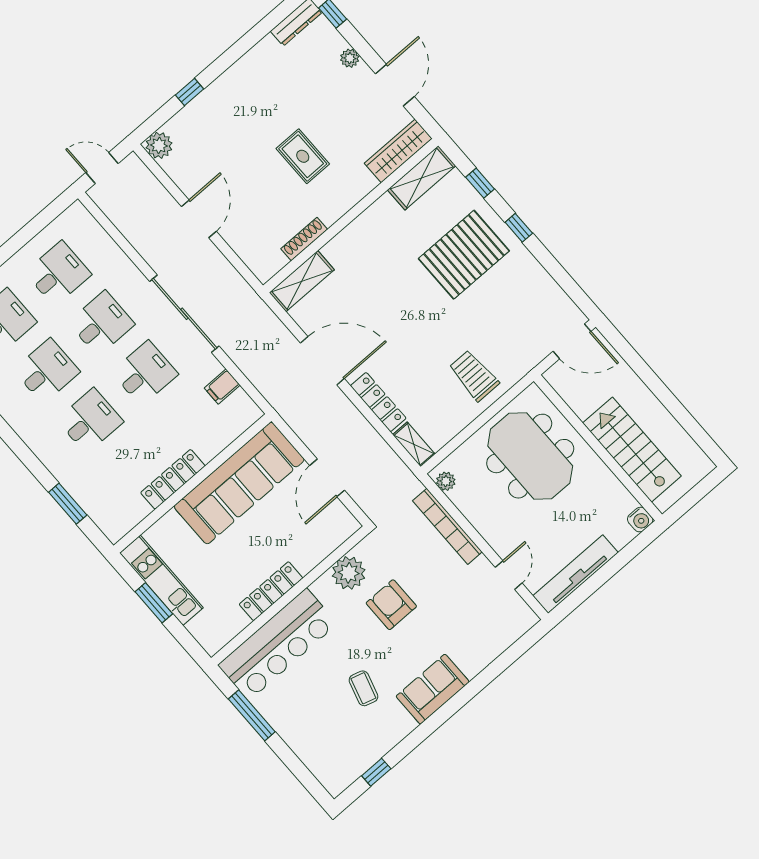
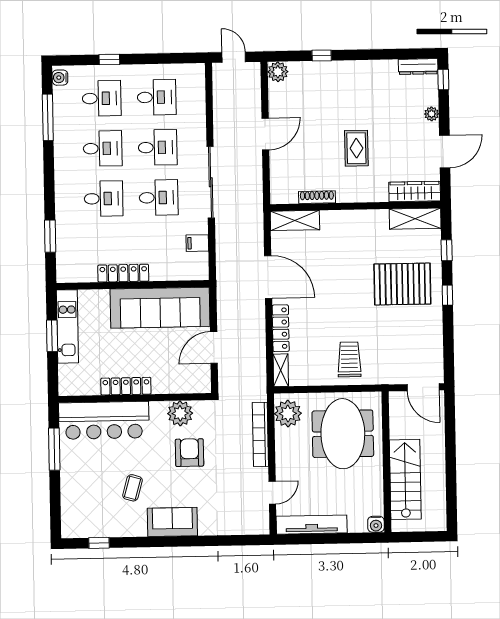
plant: (446, 481) -> (288, 414), width x1.87, depth x1.87

